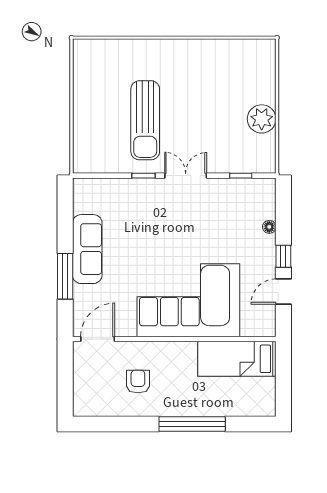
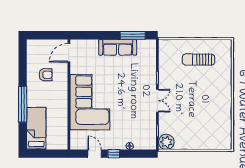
plant: (262, 119) -> (166, 142), moved
sun lounger: (145, 120) -> (198, 60), moved, width x0.73, depth x0.75
window: (65, 276) -> (133, 35), moved
door: (98, 339) -> (69, 53), swing flipped
bed: (237, 359) -> (36, 128), moved

